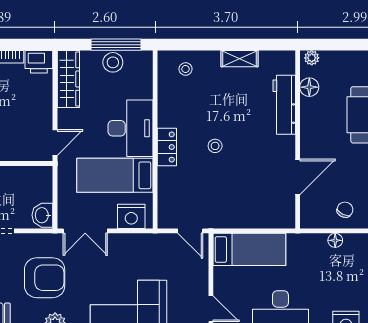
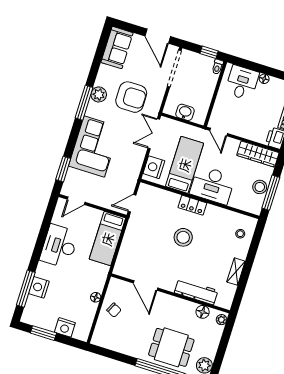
stool: (215, 146) -> (183, 237), width x1.89, depth x1.89
washbasin: (42, 215) -> (185, 112), moved
armchair: (45, 278) -> (131, 97), turned -90

